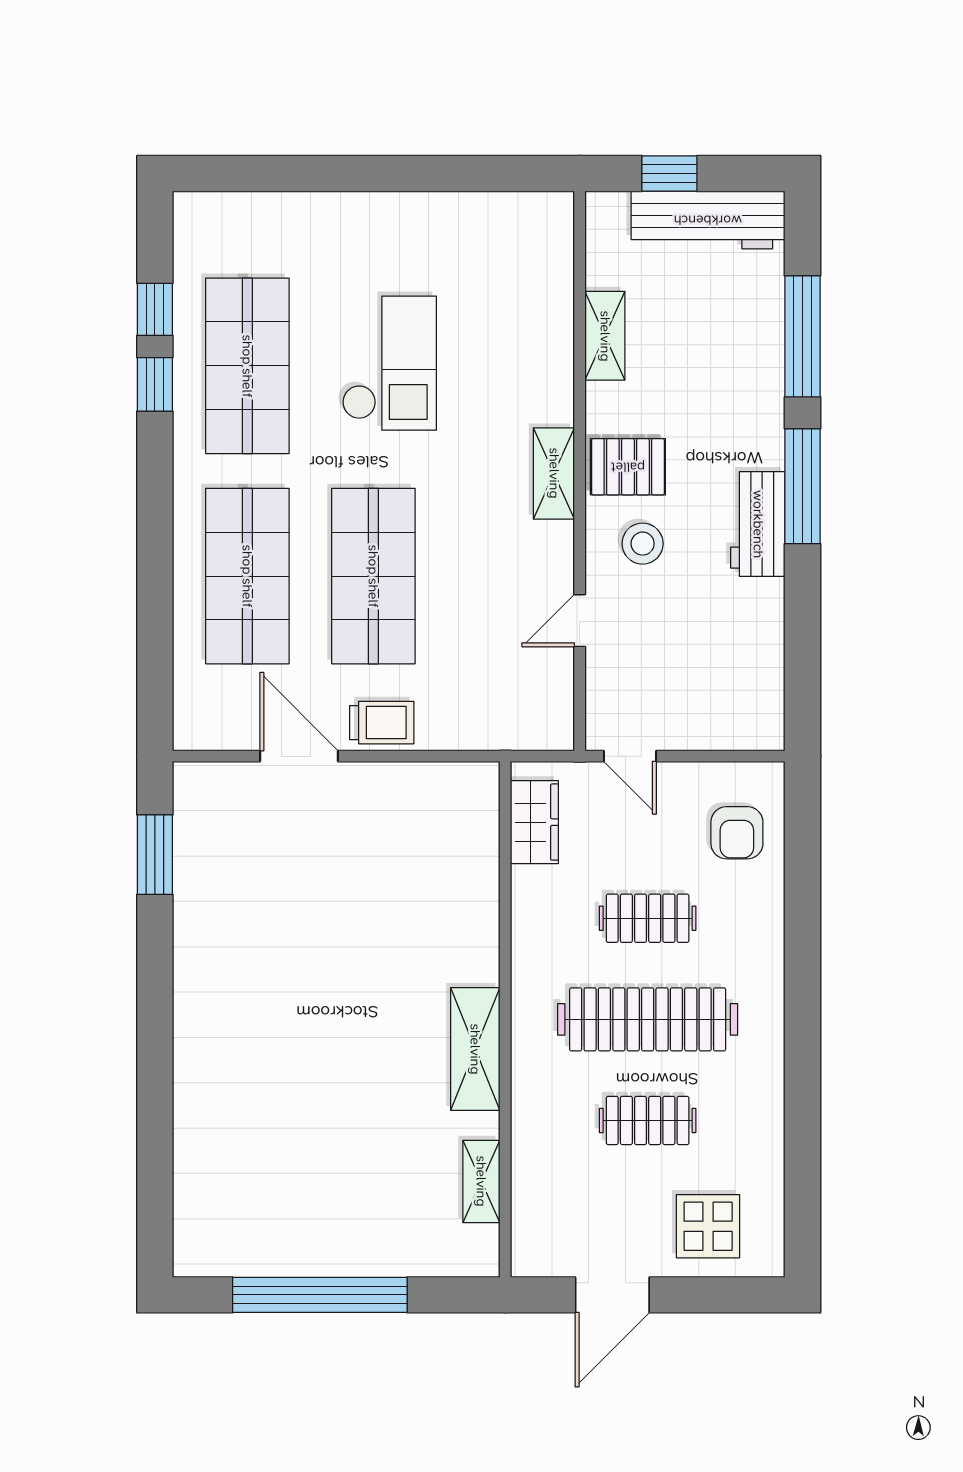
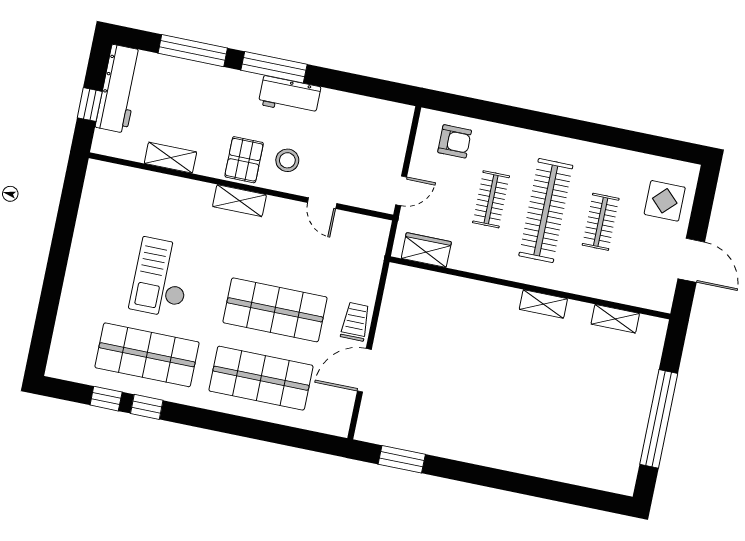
checkout: (389, 363) -> (161, 278), turned -90
shelving: (475, 1049) -> (543, 304), width x0.67, depth x0.75

